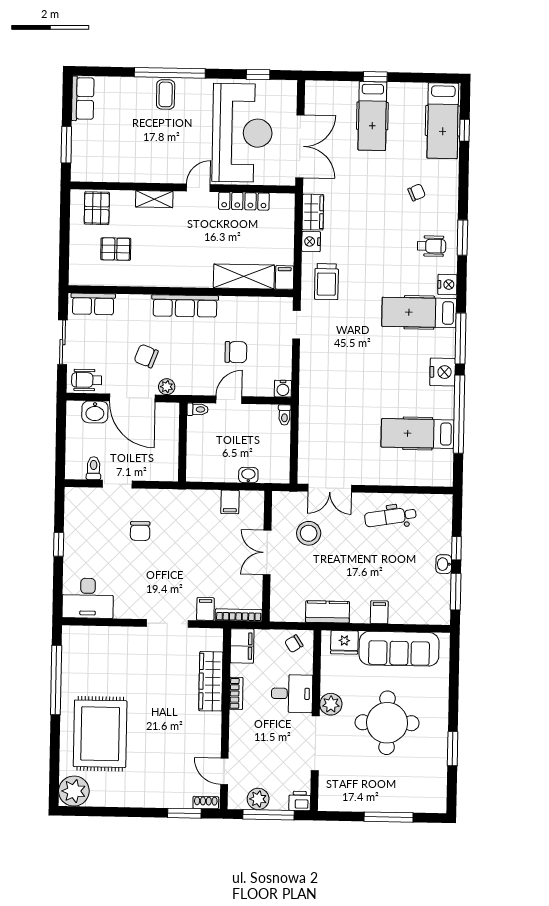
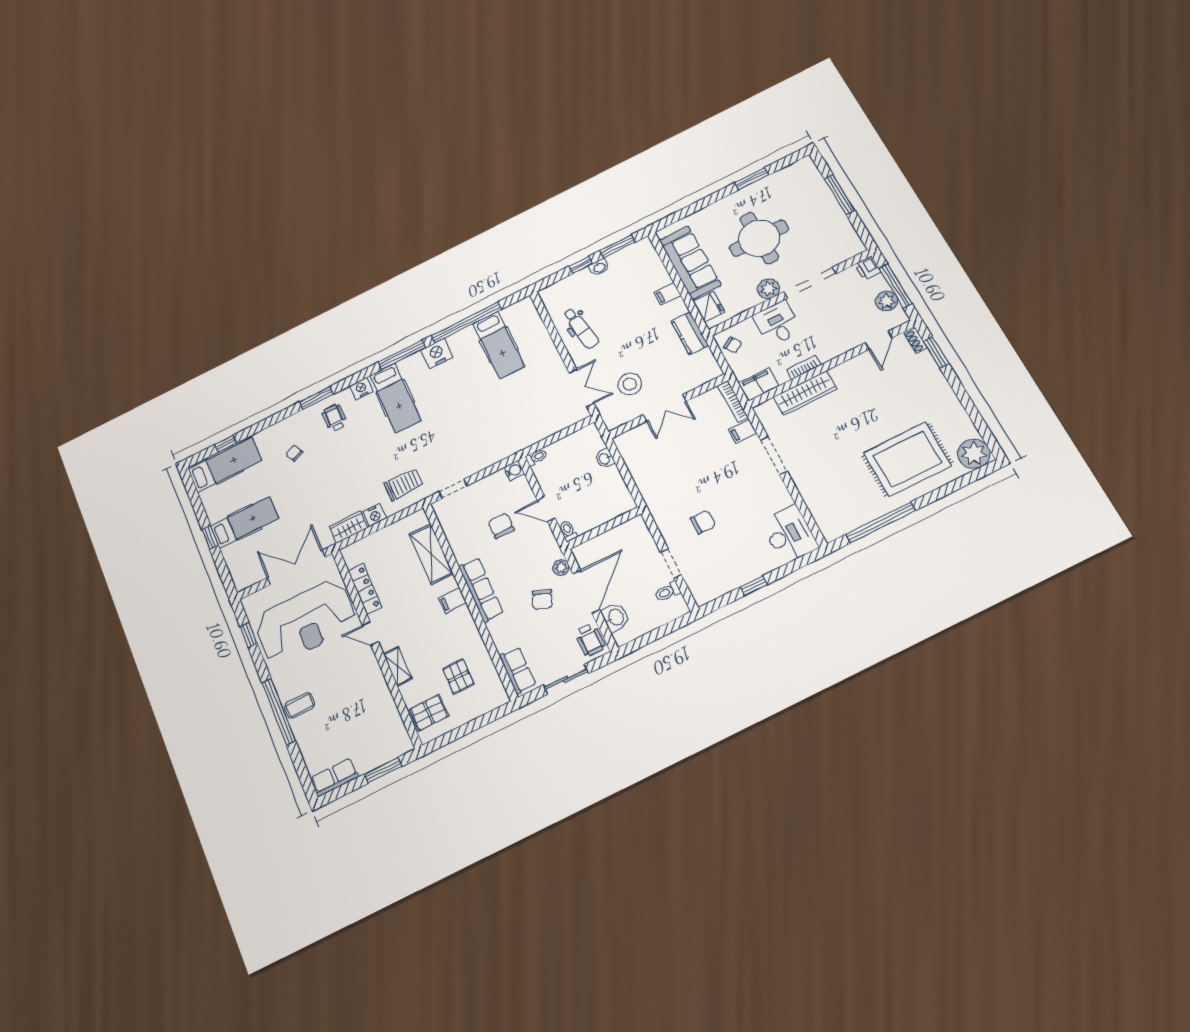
reception desk: (242, 133) -> (305, 622), turned 180
filing cabinet: (285, 277) -> (452, 600), moved
filing cabinet: (230, 502) -> (636, 461), removed

